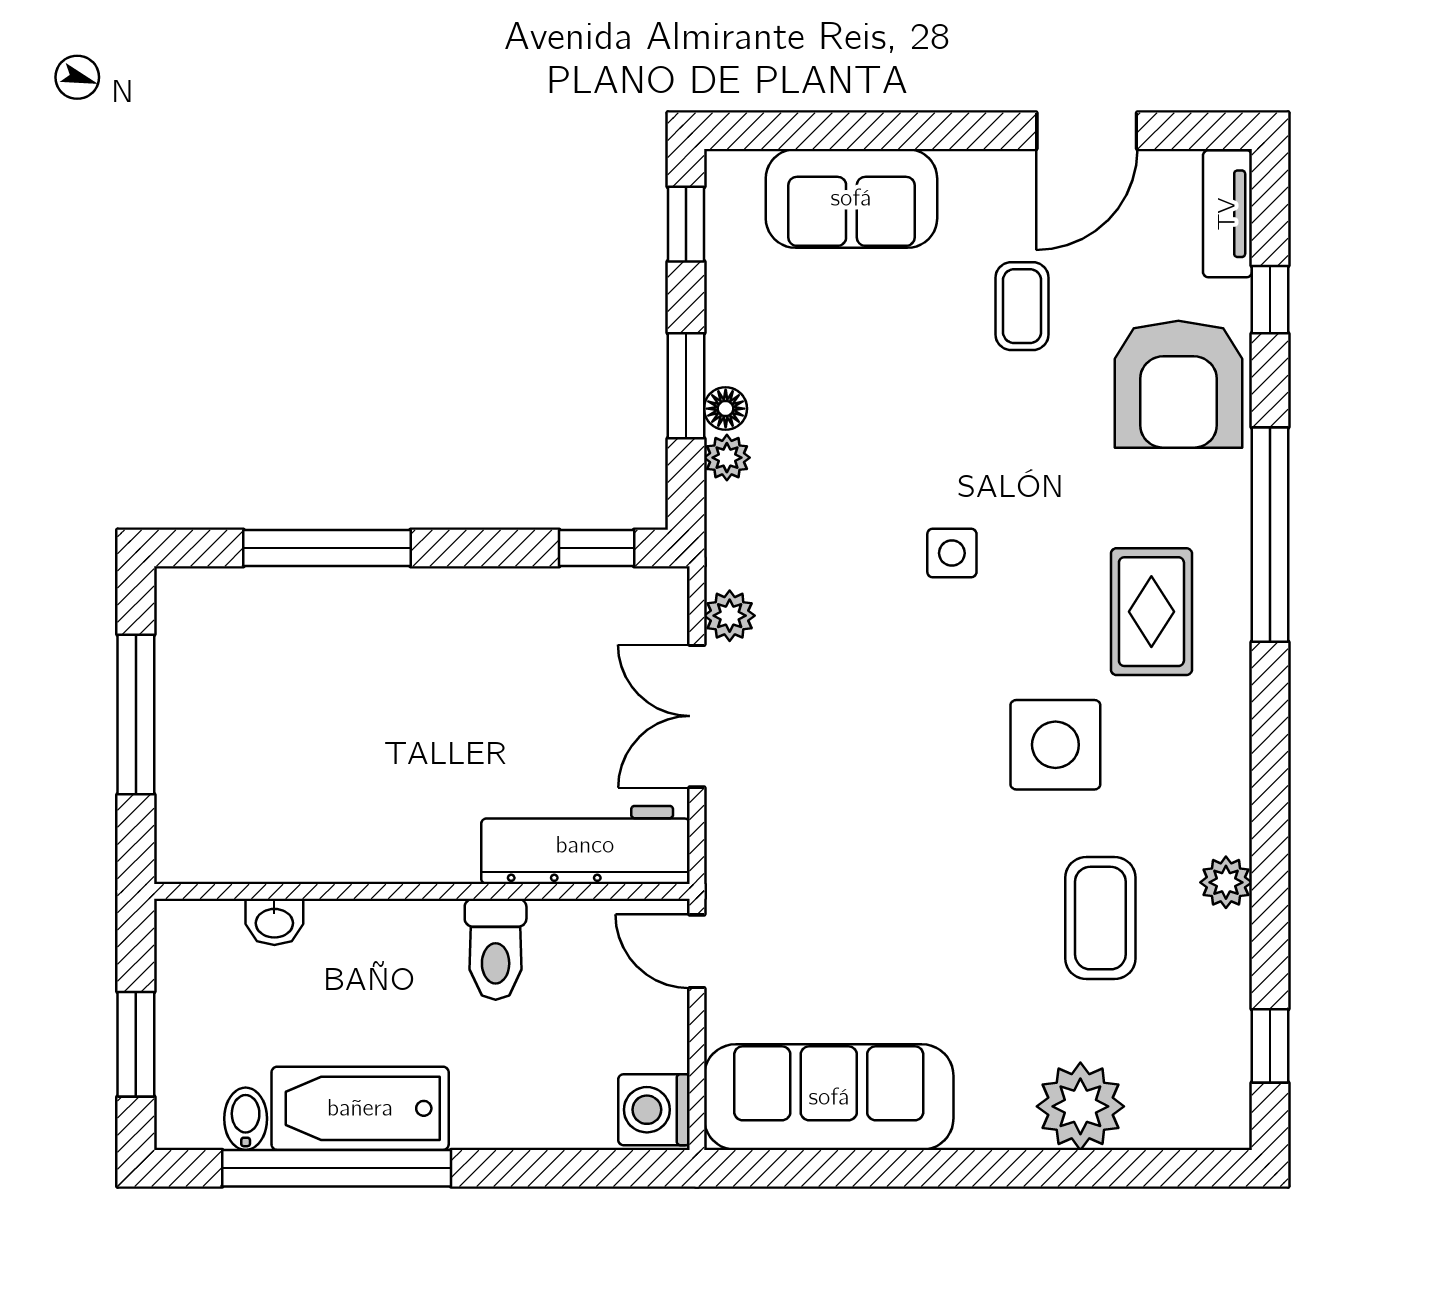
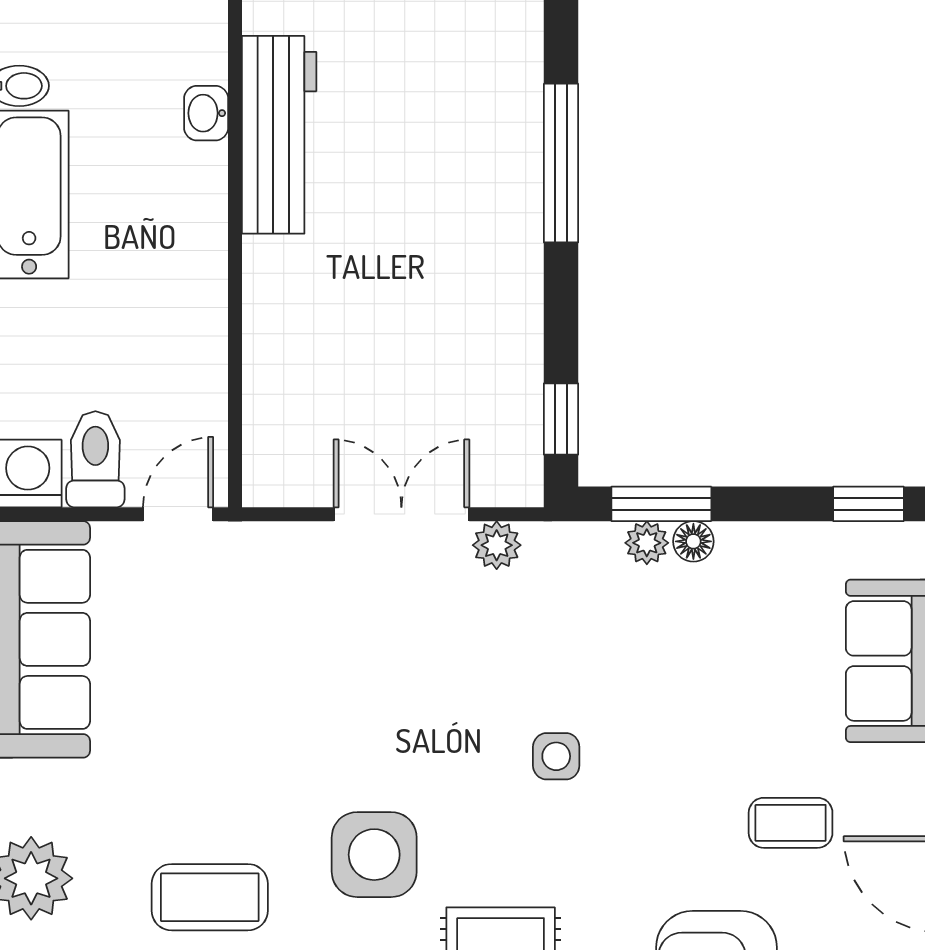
window: (686, 386) -> (661, 504), moved
workbench: (585, 845) -> (279, 135), moved
toilet: (496, 949) -> (95, 459), moved, turned 90

